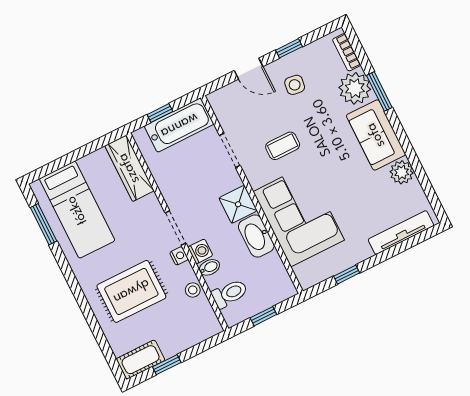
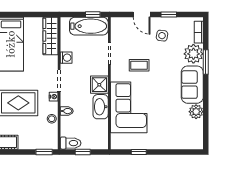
window: (160, 113) -> (93, 14), moved
tv unit: (401, 233) -> (179, 144), removed
washing machine: (200, 251) -> (66, 58), moved
toilet: (230, 294) -> (71, 143), moved
window: (167, 365) -> (44, 152), moved

